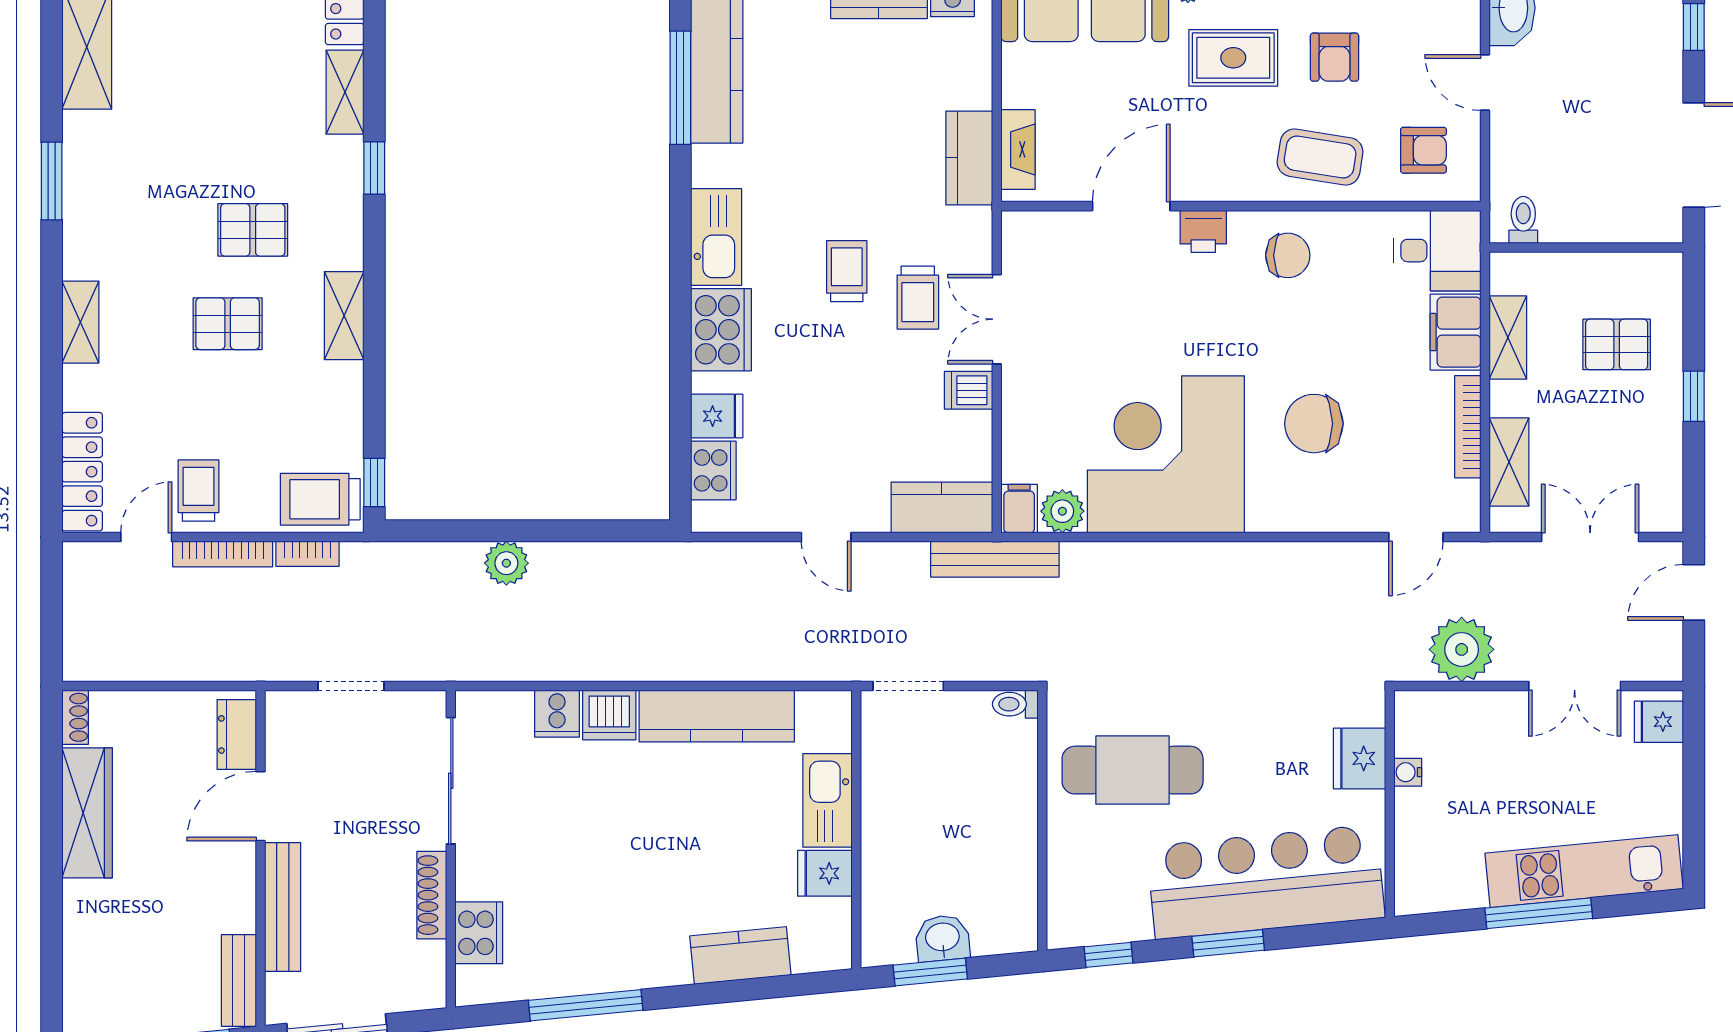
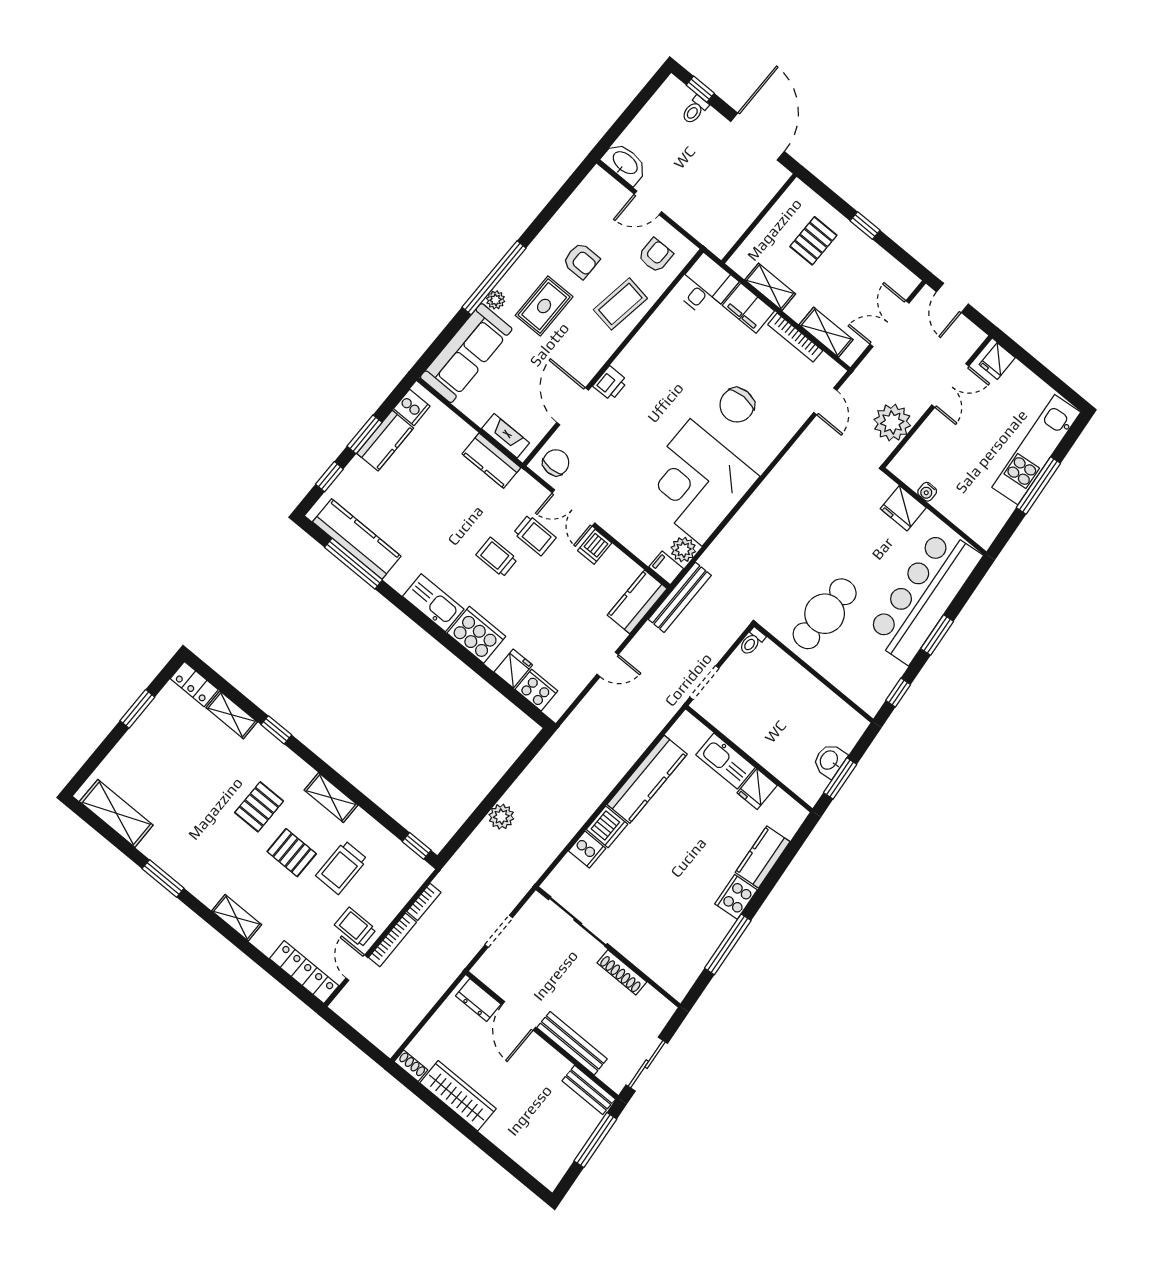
toilet: (1523, 220) -> (695, 110), moved, turned -90
chair: (1288, 255) -> (556, 463), moved
pallet: (228, 324) -> (292, 853), turned 90
trolley: (320, 499) -> (342, 867), moved
cooker: (479, 933) -> (736, 897), moved, turned -96

